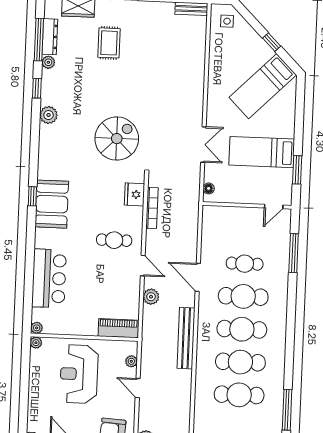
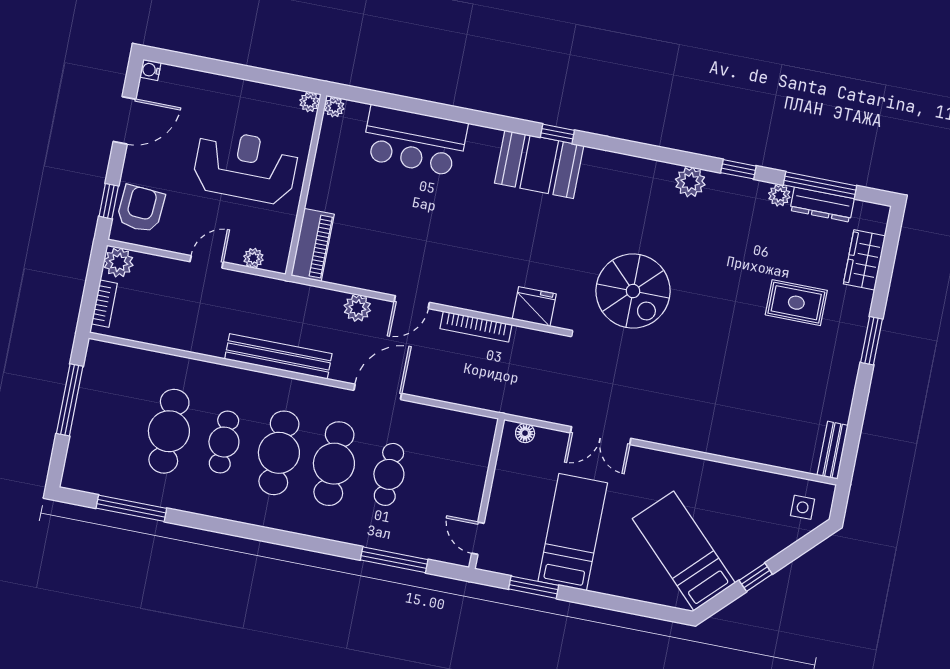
bookcase: (152, 208) -> (476, 326), moved
cafe table: (114, 240) -> (462, 260), removed
cafe table: (240, 362) -> (224, 442), width x0.73, depth x0.74

